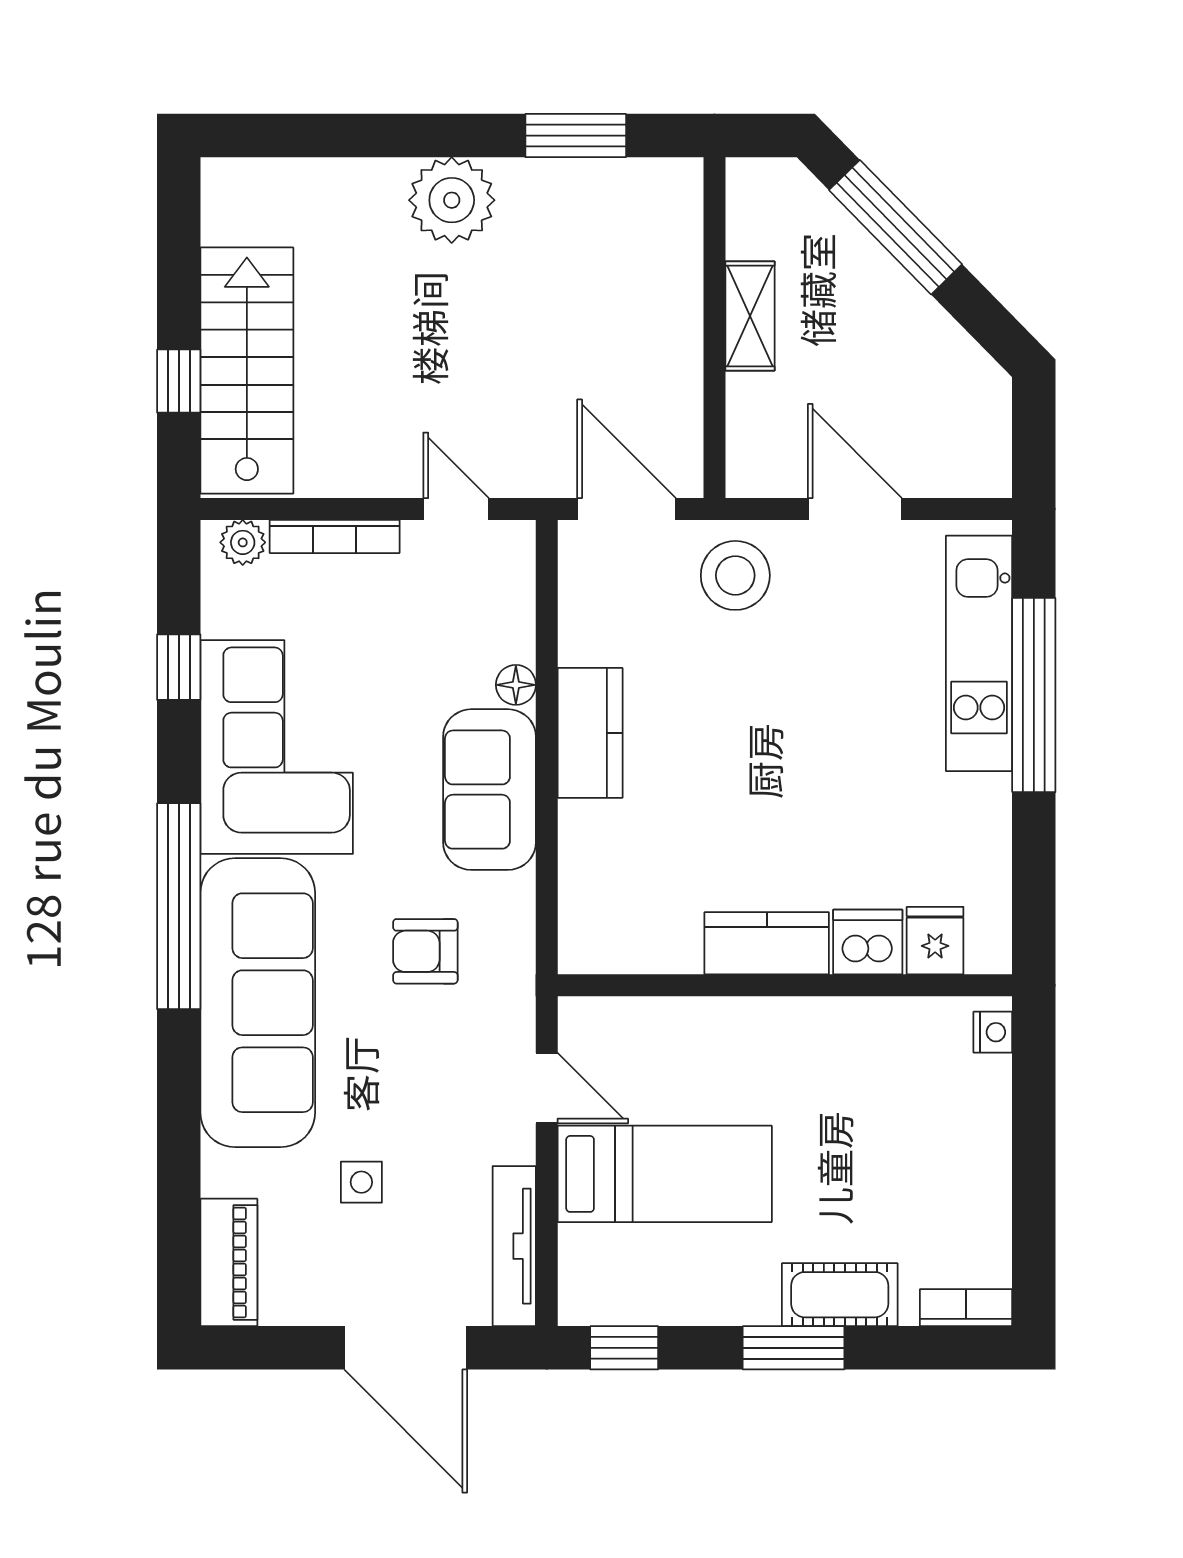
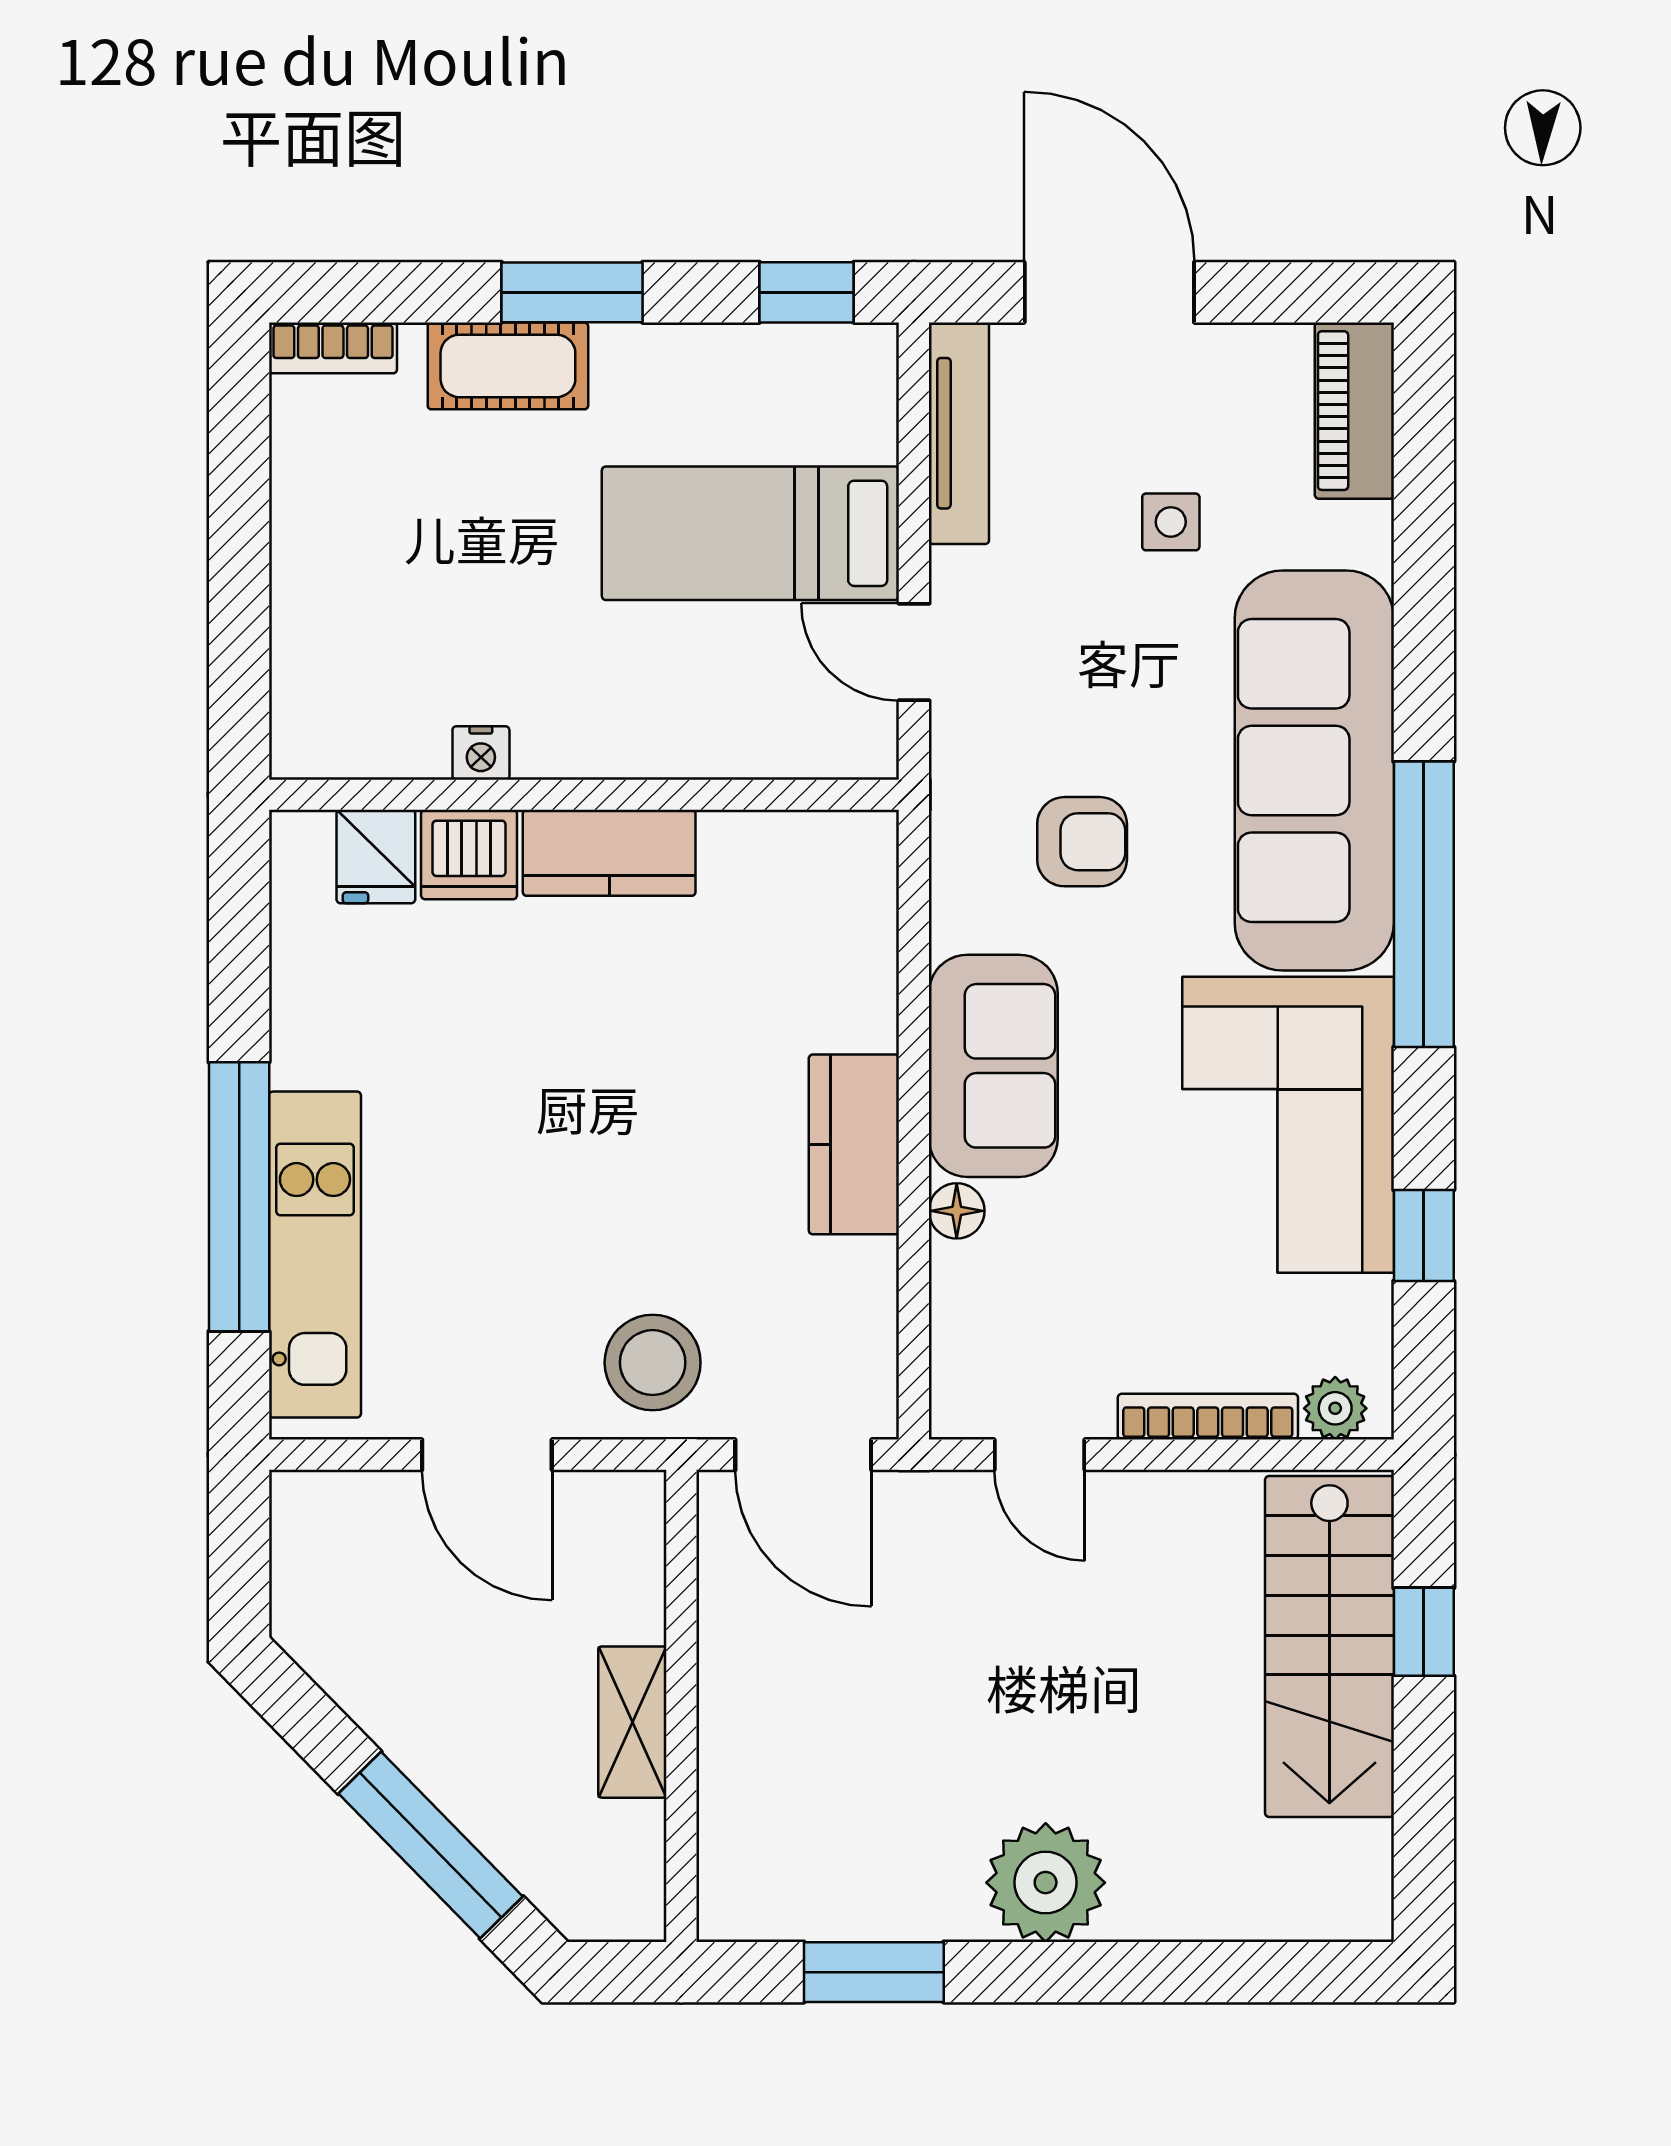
nightstand: (993, 1032) -> (481, 753), moved, turned -90

